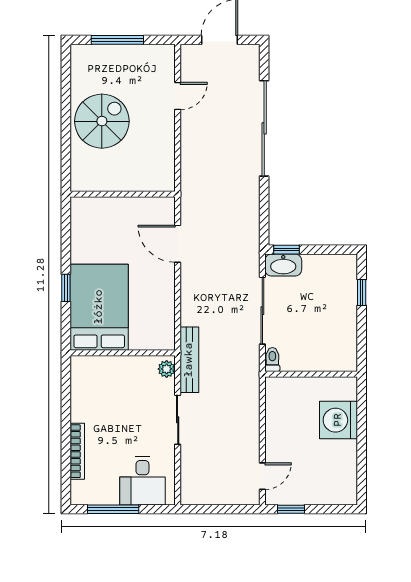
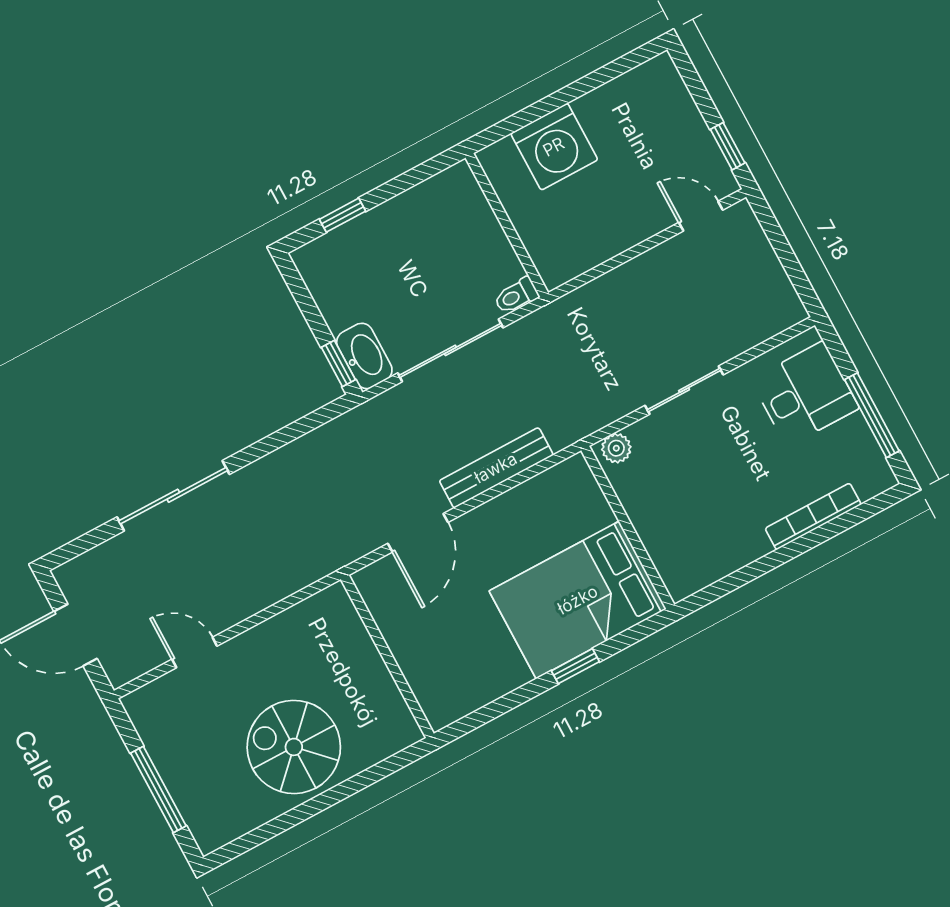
sliding door: (264, 128) -> (173, 496), width x0.73
bench: (189, 360) -> (496, 468), moved

